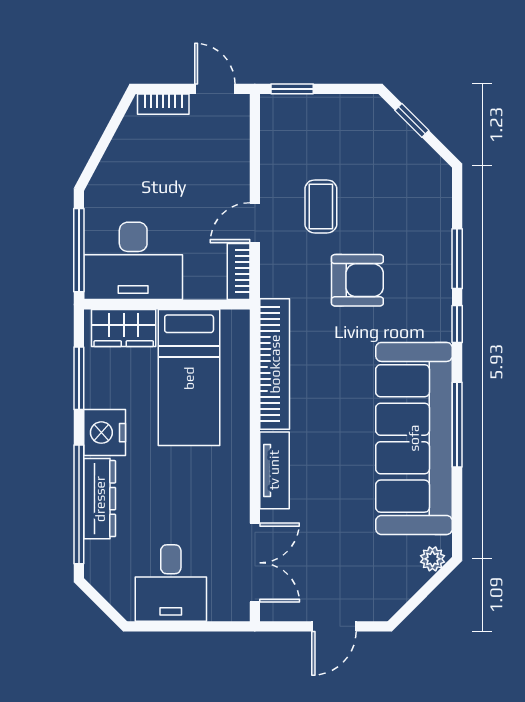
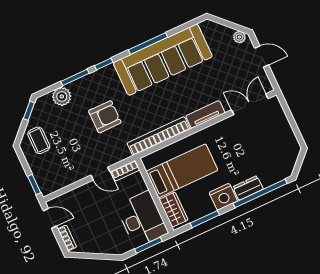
door: (215, 89) -> (50, 218), swing flipped
window: (412, 120) -> (29, 111), moved
coffee table: (321, 206) -> (39, 140), moved, turned 90
plant: (433, 217) -> (62, 96), added
window: (79, 250) -> (148, 245), width x0.69
armchair: (357, 280) -> (105, 117), turned 90
dresser: (100, 499) -> (248, 188), width x0.70
plant: (432, 559) -> (239, 37), moved
desk: (171, 583) -> (276, 137), removed

